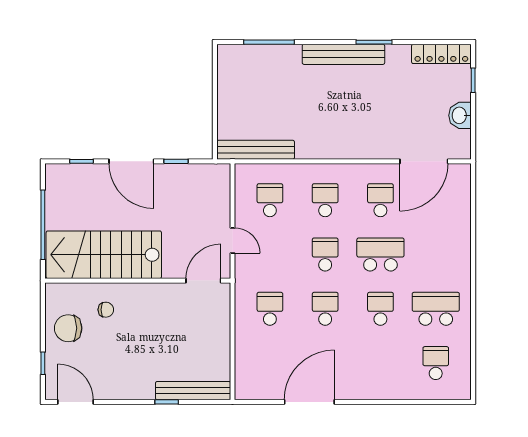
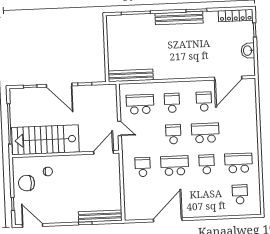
school desk: (270, 200) -> (140, 104), width x1.85
school desk: (325, 309) -> (175, 166), width x1.85

